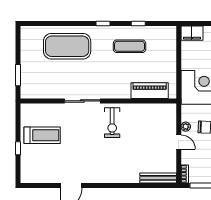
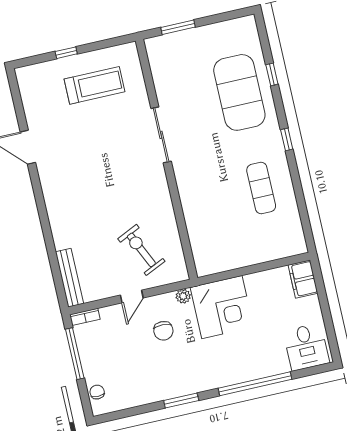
window: (138, 24) -> (272, 74), moved
piano: (150, 91) -> (200, 234), removed
exercise bike: (112, 123) -> (141, 250), moved, turned 65
plant: (186, 127) -> (183, 296), moved
treadmill: (42, 135) -> (94, 85), turned -90

